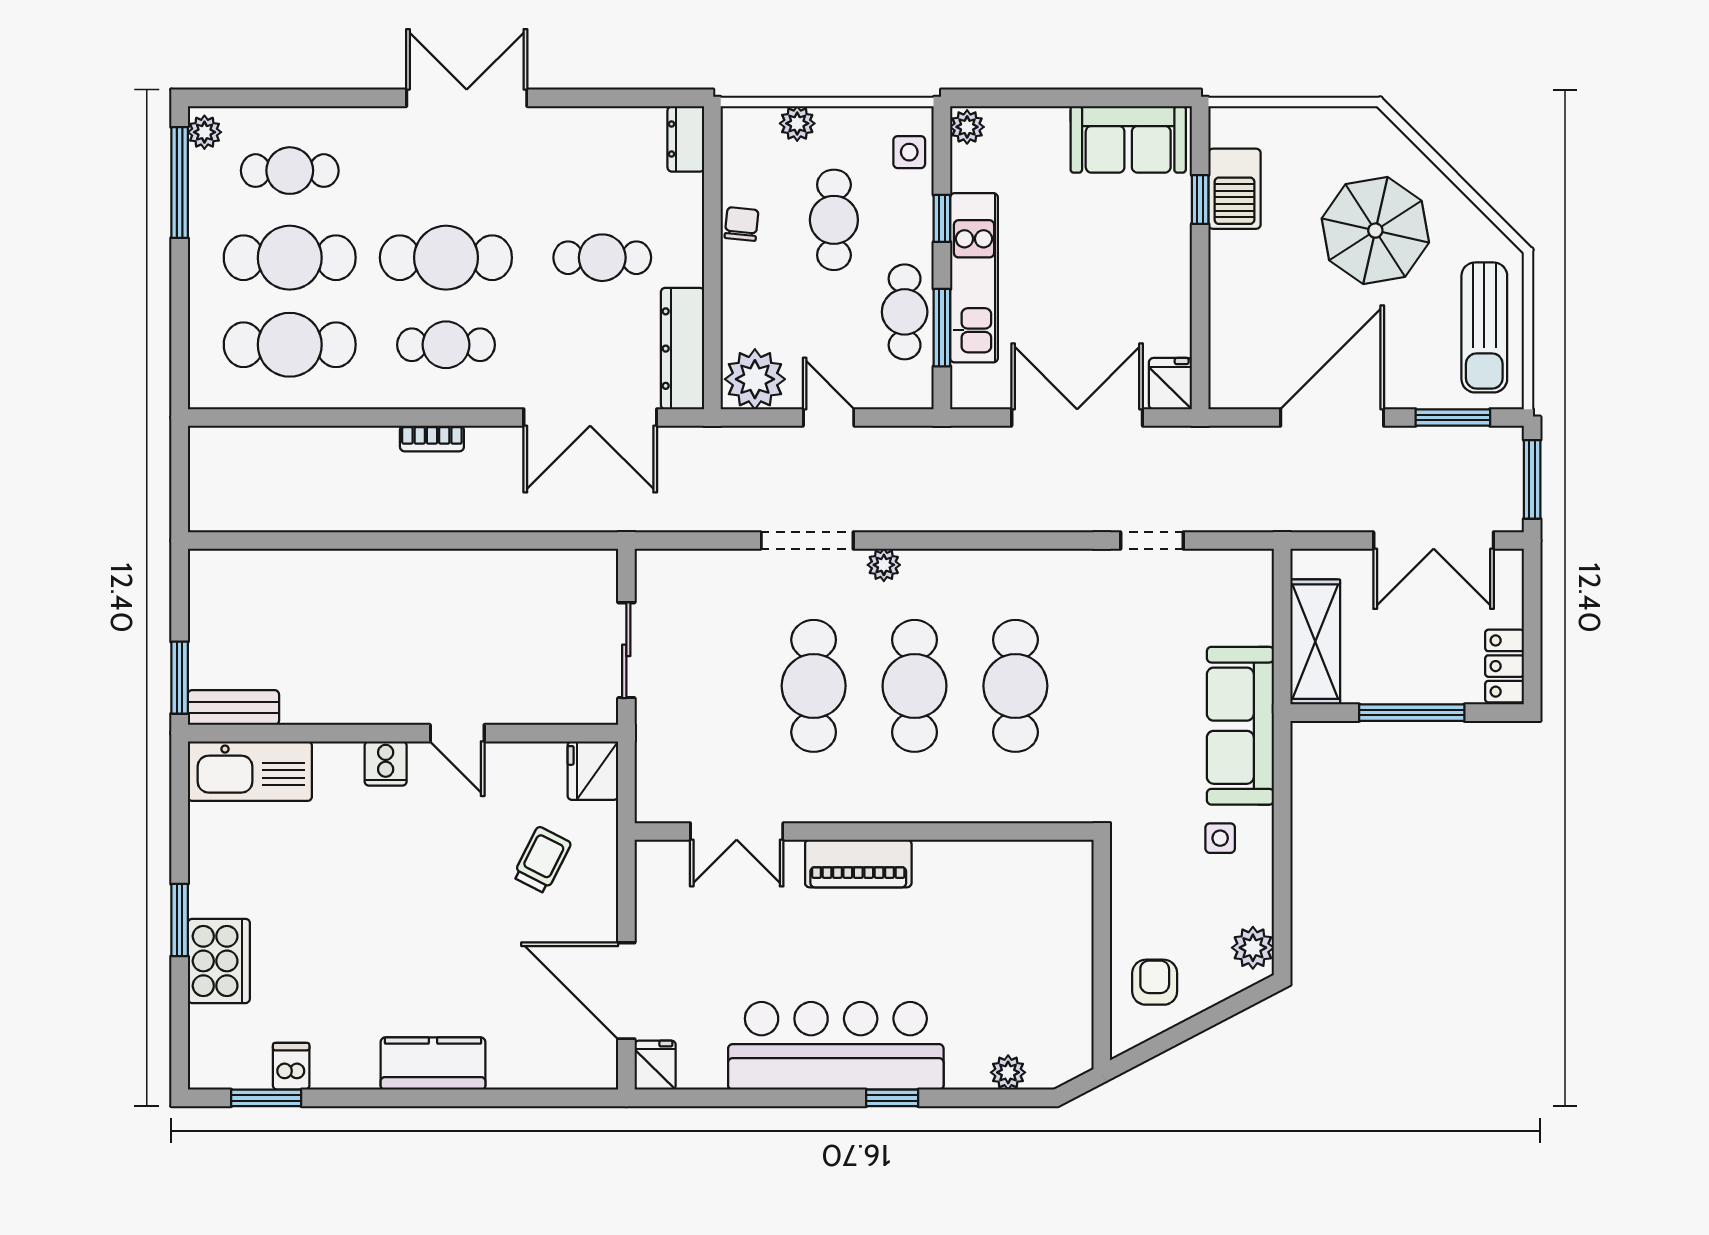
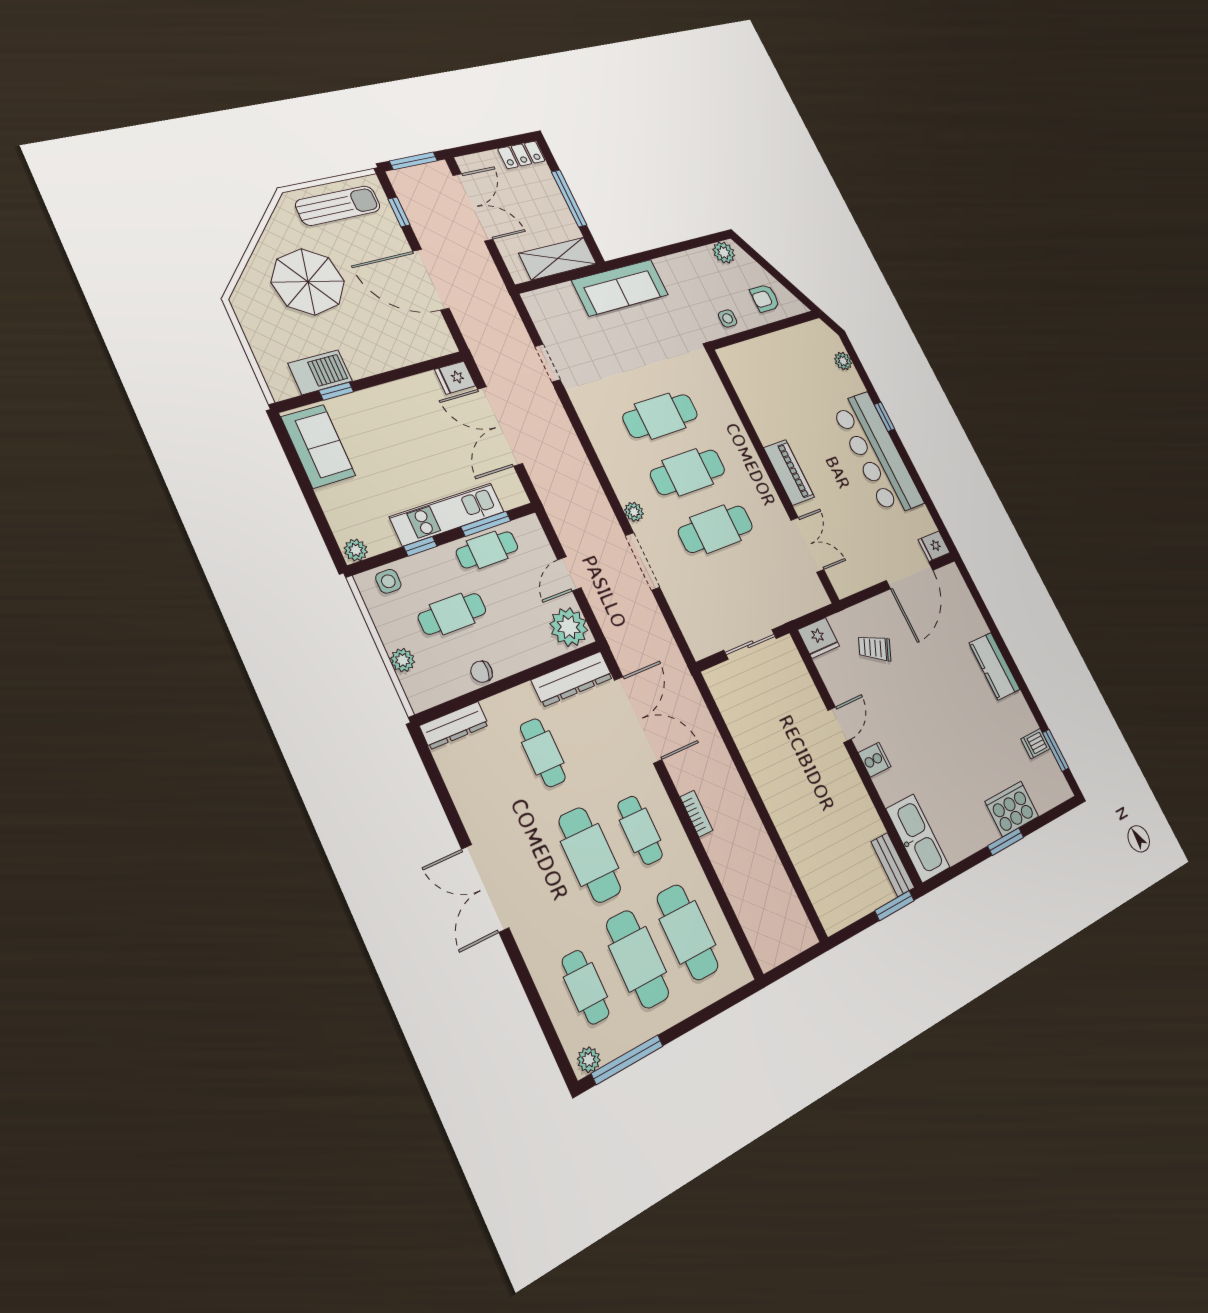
dresser: (686, 139) -> (454, 725), width x1.44
window: (1453, 418) -> (399, 212), width x0.67
side table: (1220, 838) -> (728, 318), moved

